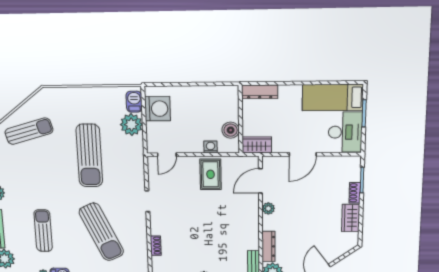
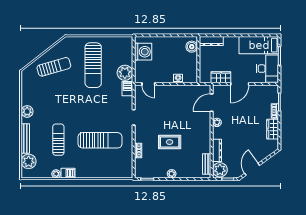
barbecue: (134, 102) -> (127, 89), moved
plant: (131, 125) -> (125, 73), moved
boiler: (231, 130) -> (192, 47), moved
wardrobe: (257, 145) -> (221, 77), moved
door: (167, 155) -> (148, 84), hinge flipped
sun lounger: (89, 156) -> (93, 65), moved
rug: (211, 174) -> (170, 142), moved, turned 90
sun lounger: (101, 232) -> (100, 140), turned -65

